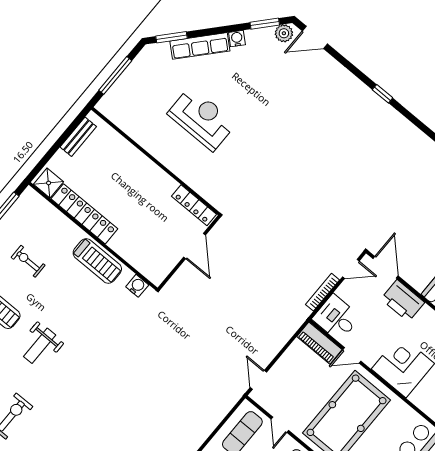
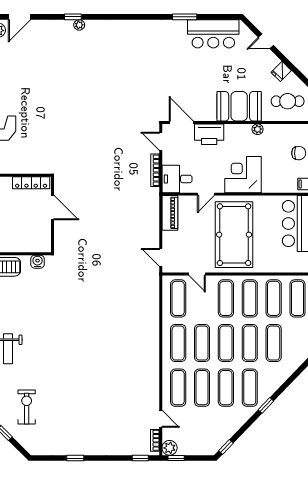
plant: (366, 93) -> (79, 25), added
window: (383, 94) -> (73, 17), moved
door: (351, 269) -> (161, 141), swing flipped
piano: (319, 343) -> (170, 213), moved, turned -90

